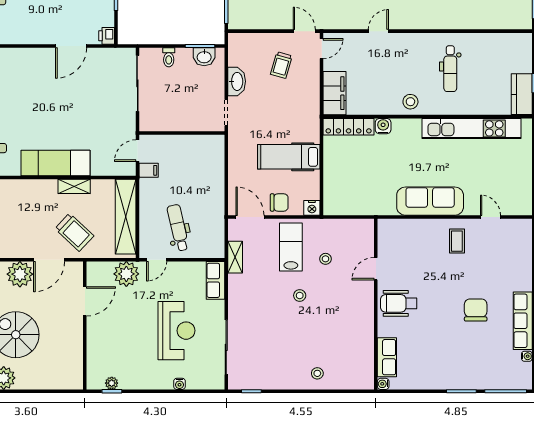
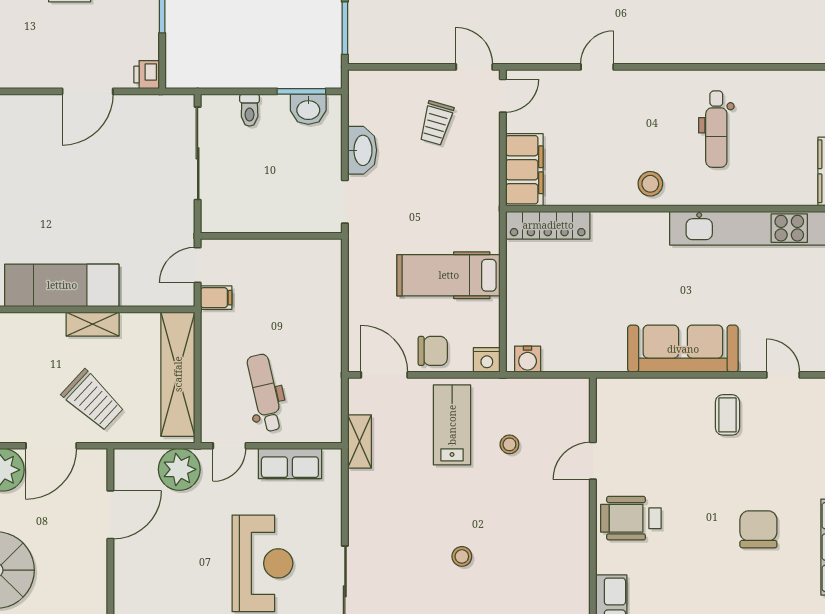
water cooler: (383, 126) -> (528, 359), moved, turned 180
row of seats: (215, 280) -> (290, 464), moved, turned -90
stool: (300, 296) -> (462, 556), moved

